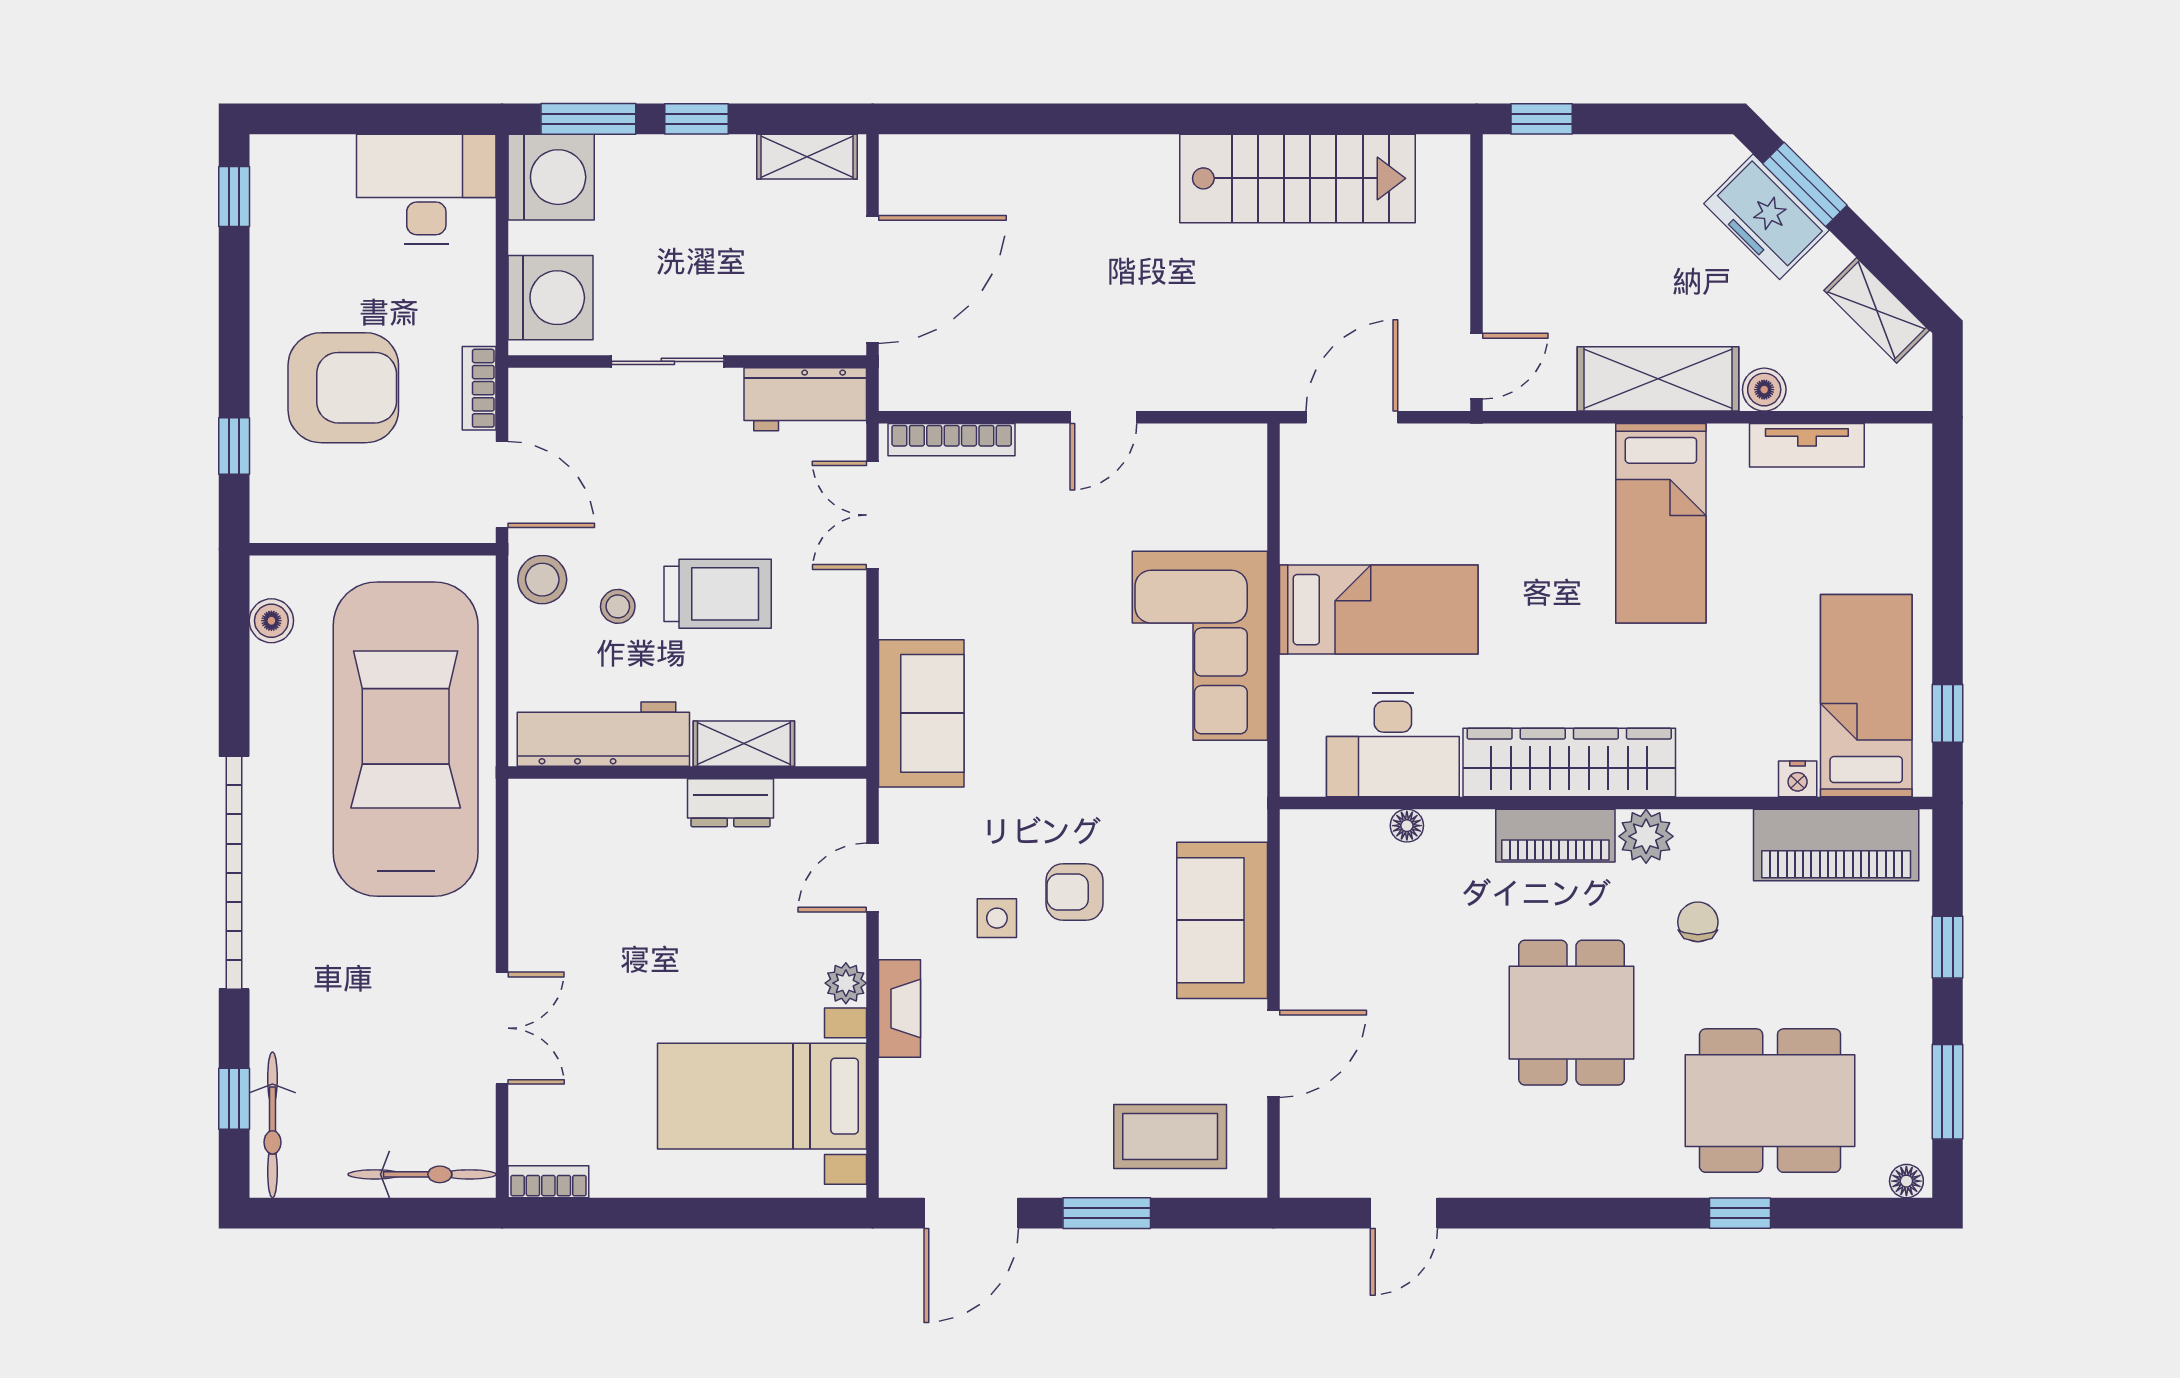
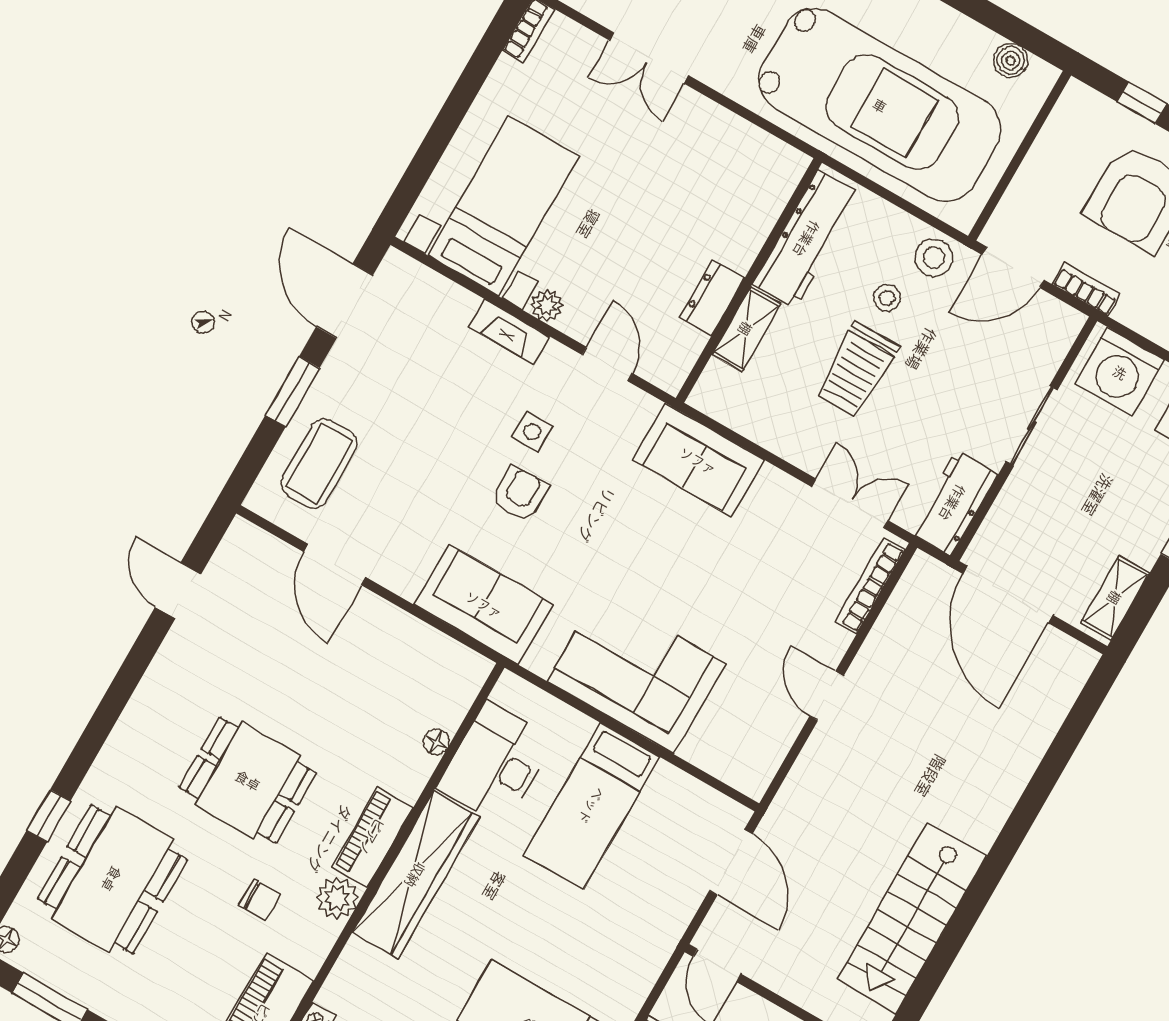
sofa: (1222, 920) -> (484, 604), moved

